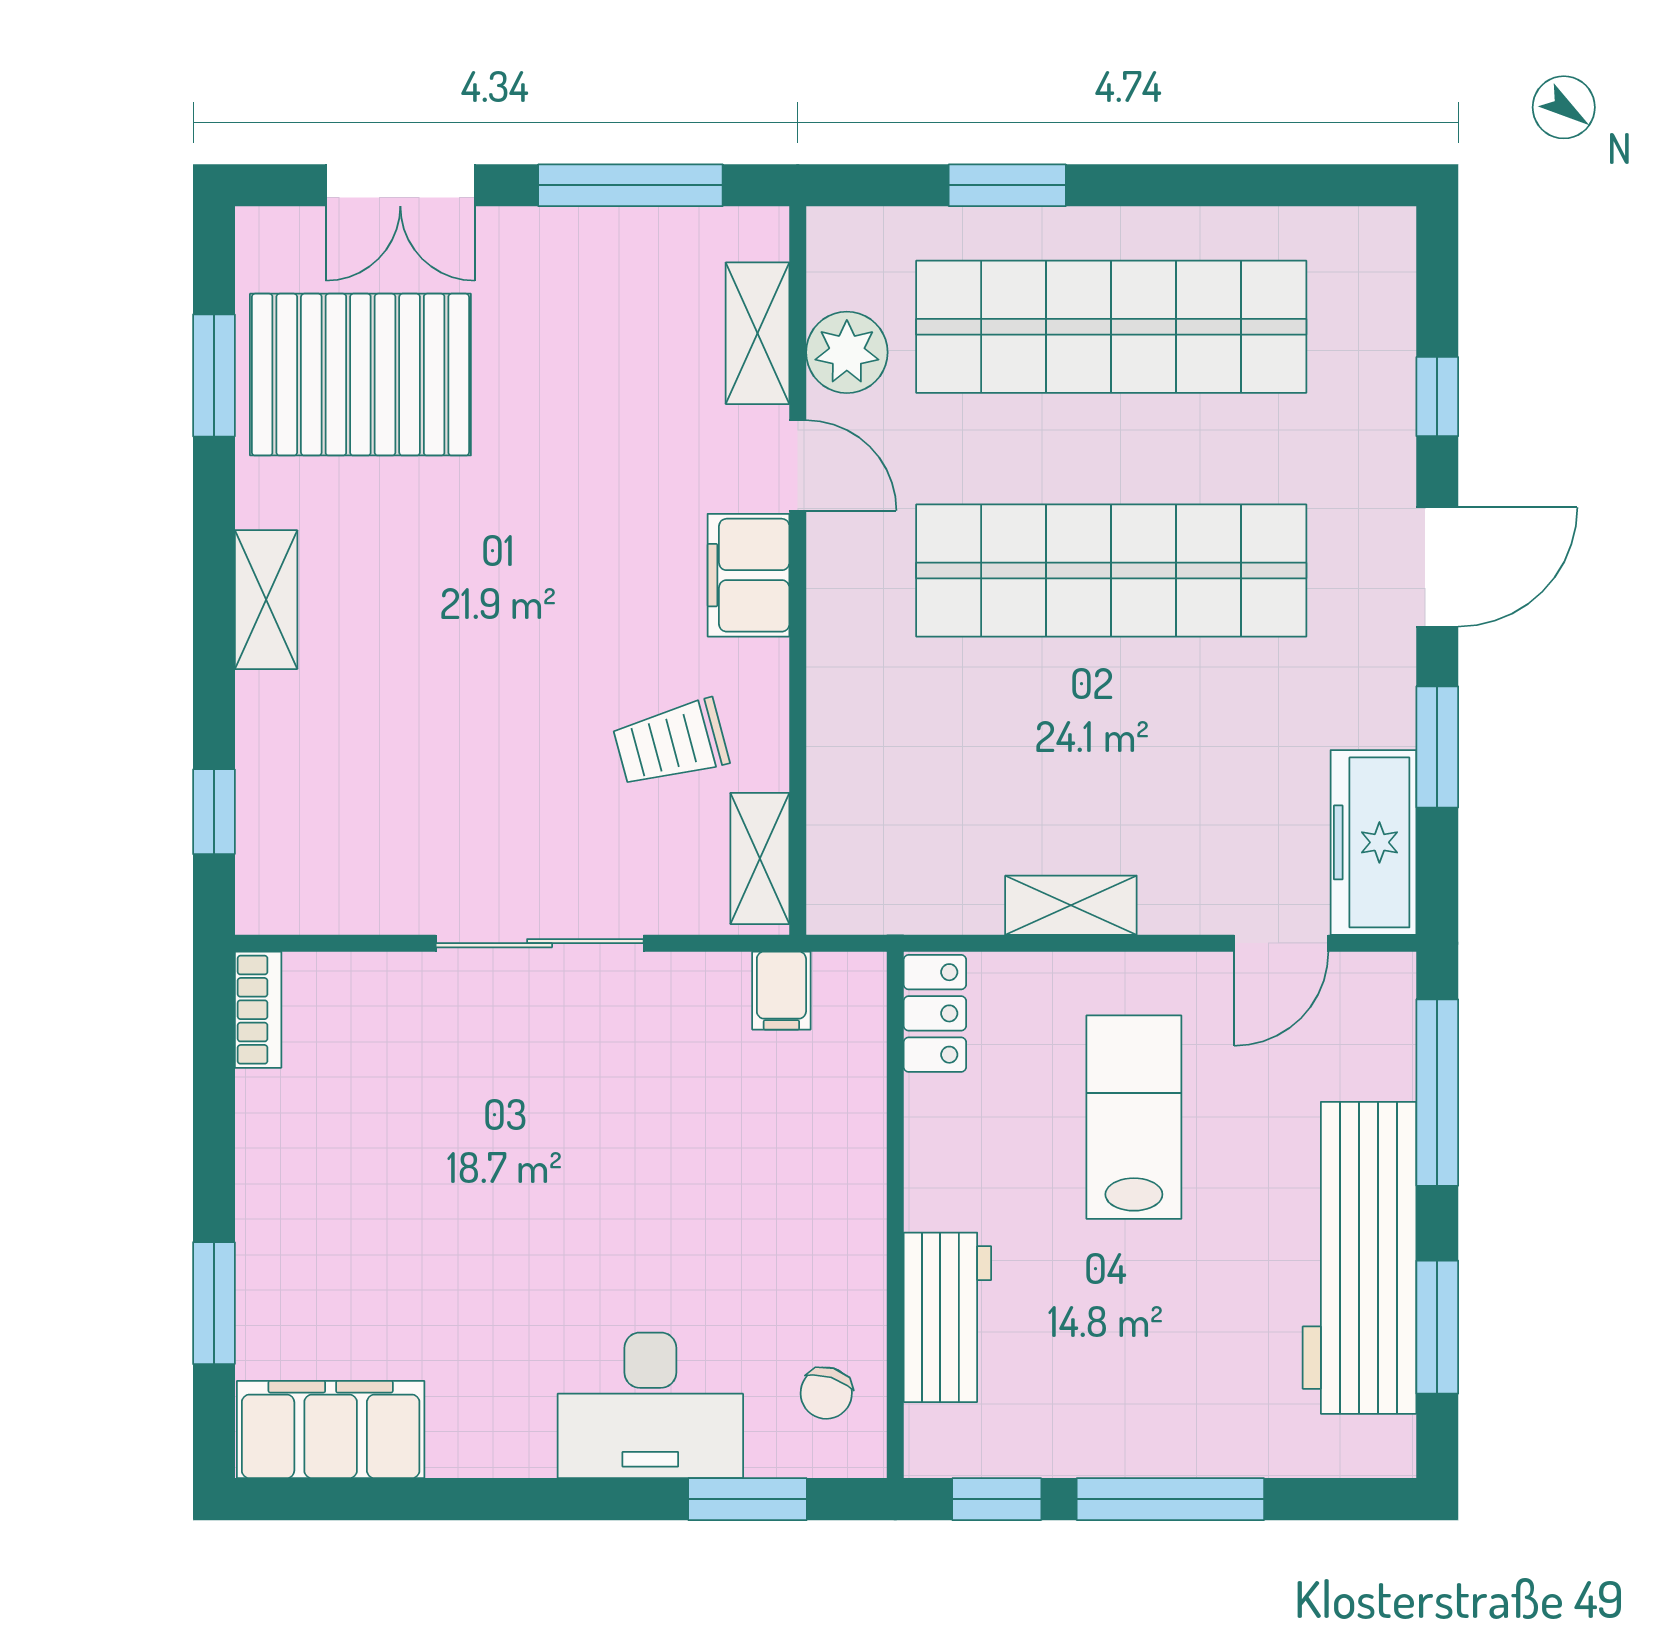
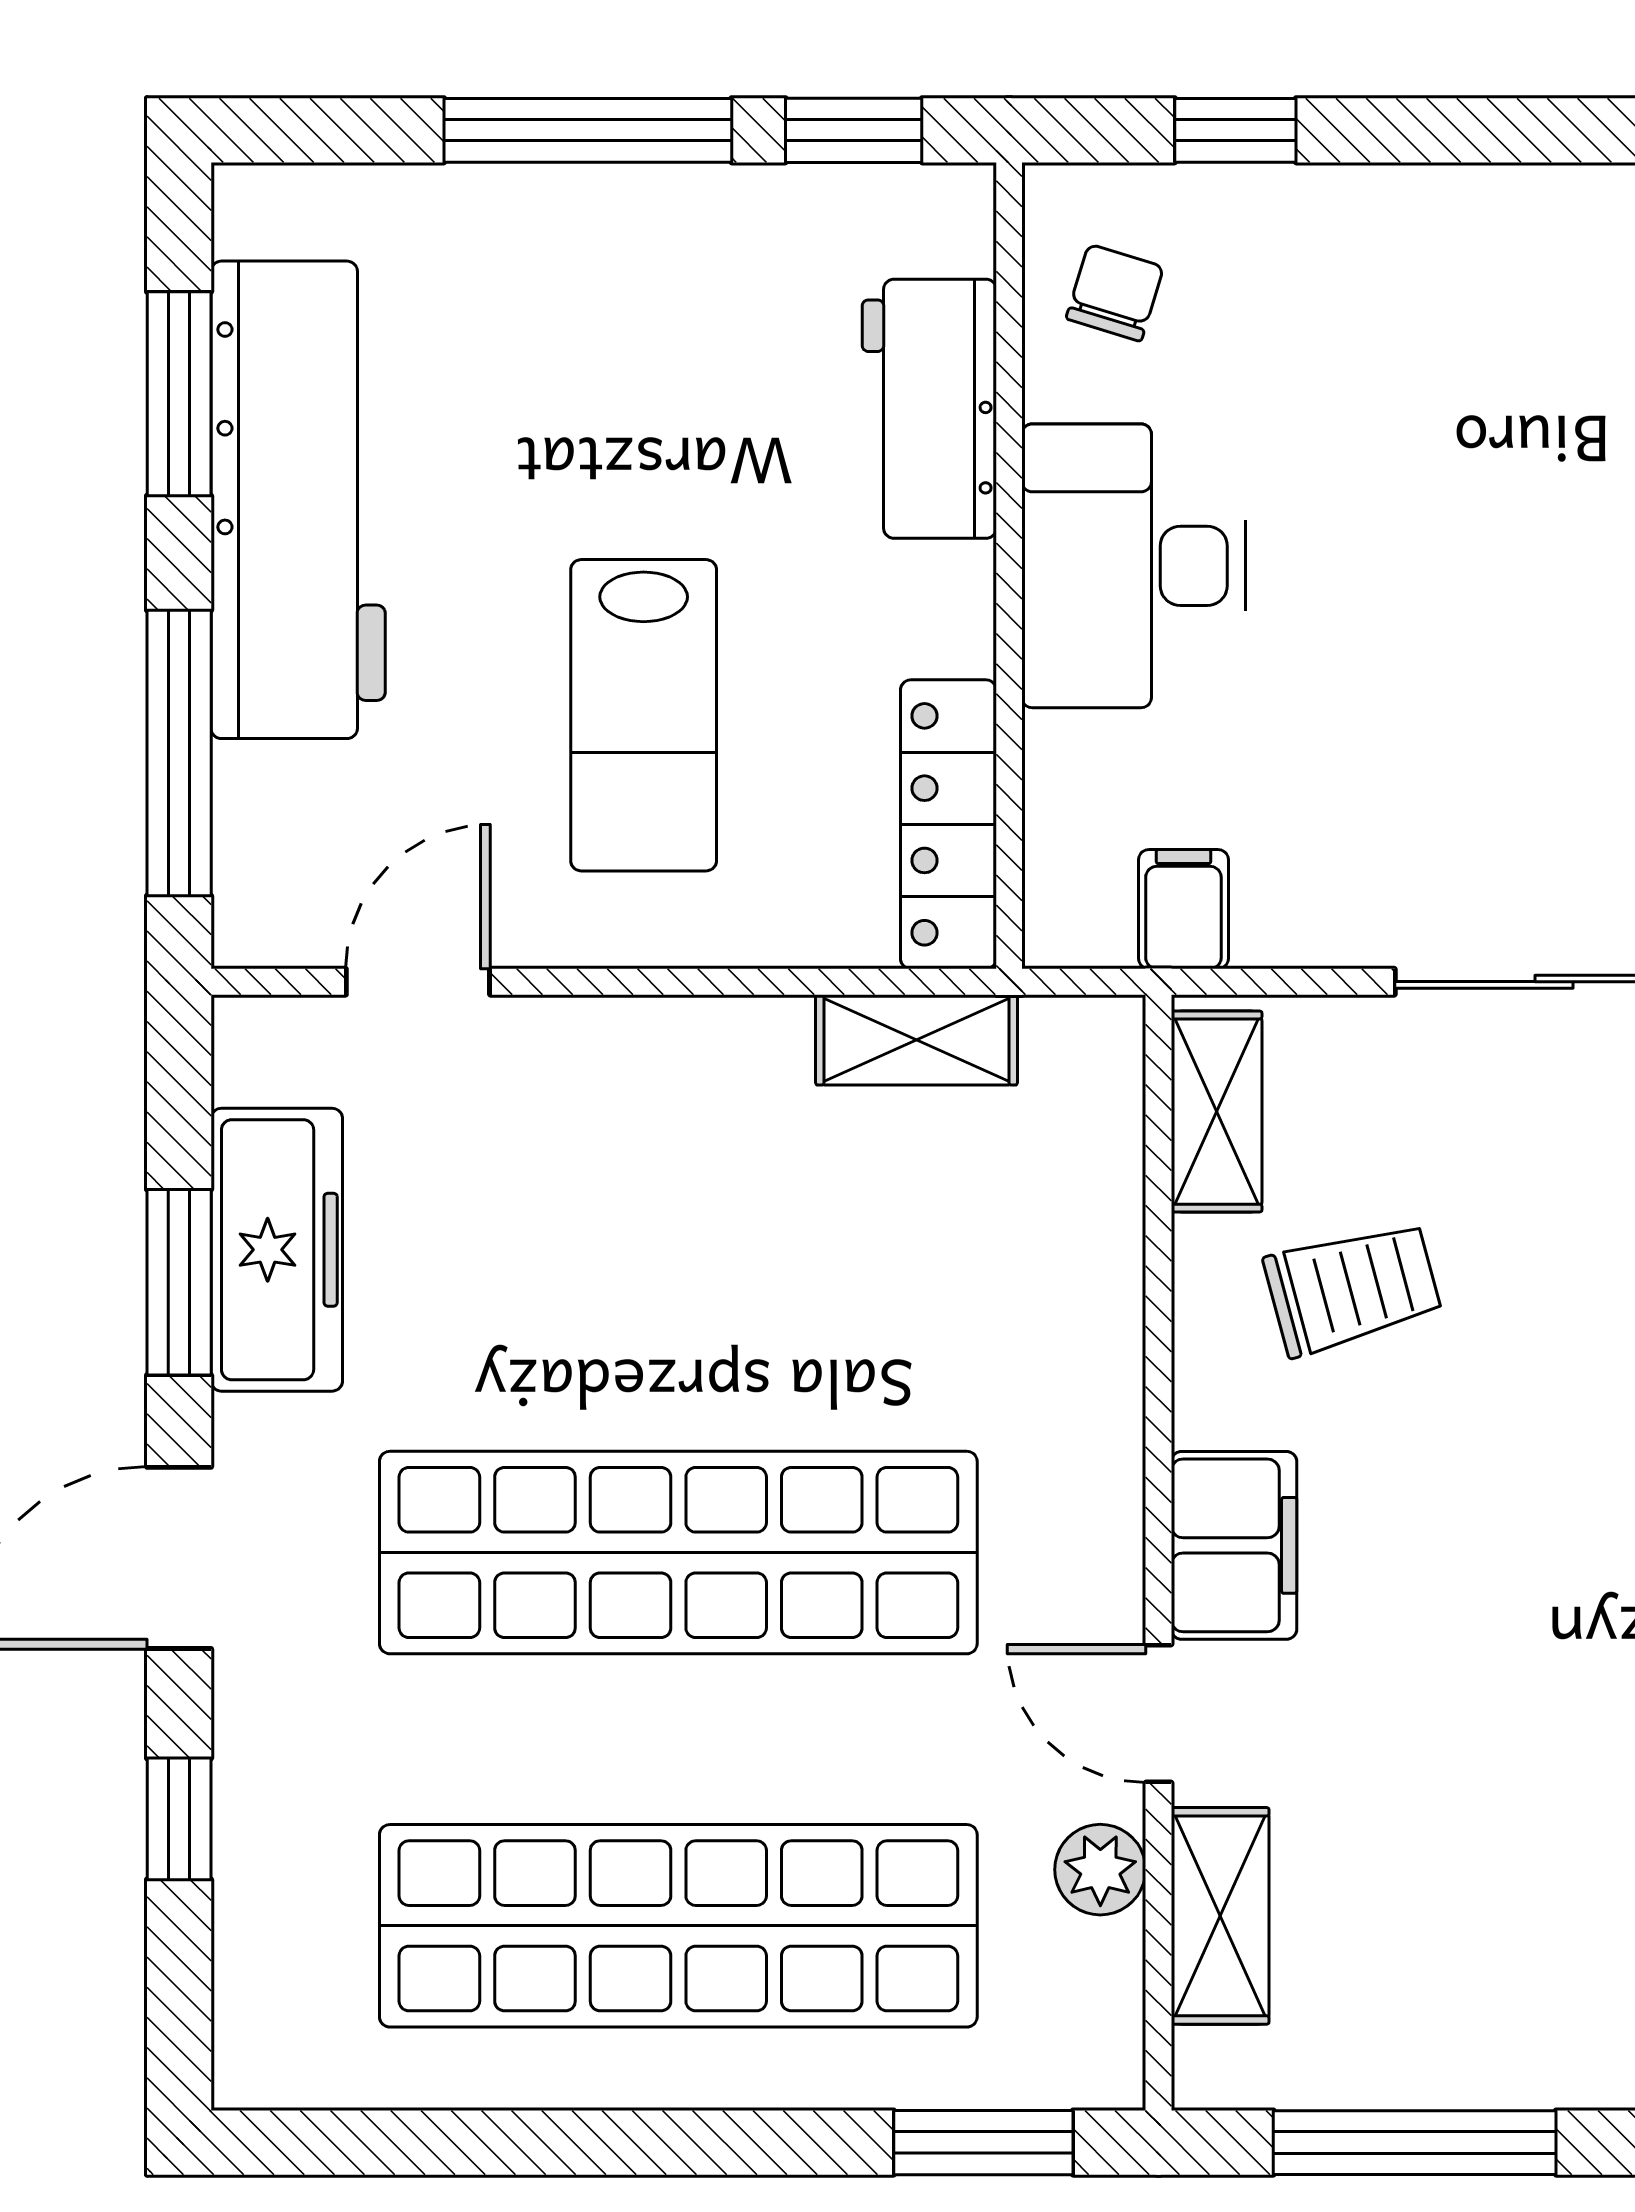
window: (1007, 185) -> (983, 2143), moved
plant: (847, 352) -> (1100, 1870), width x0.73, depth x0.73
freezer: (1373, 842) -> (277, 1250), moved
shelving: (1071, 905) -> (917, 1040), moved
locker: (935, 1013) -> (948, 824), width x1.53
desk: (650, 1405) -> (1133, 566), moved, turned -90
window: (748, 1499) -> (1235, 130), width x0.67

